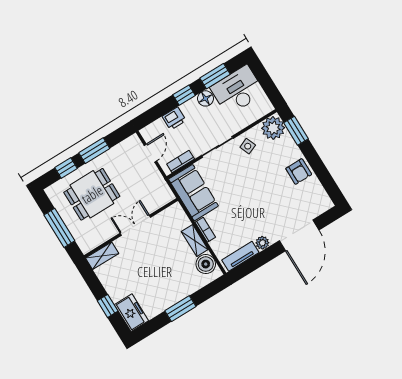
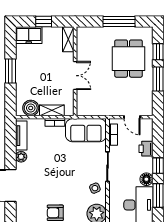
double door: (135, 225) -> (75, 76), moved
wall: (131, 228) -> (75, 71), moved
shelving: (102, 256) -> (68, 39), moved

